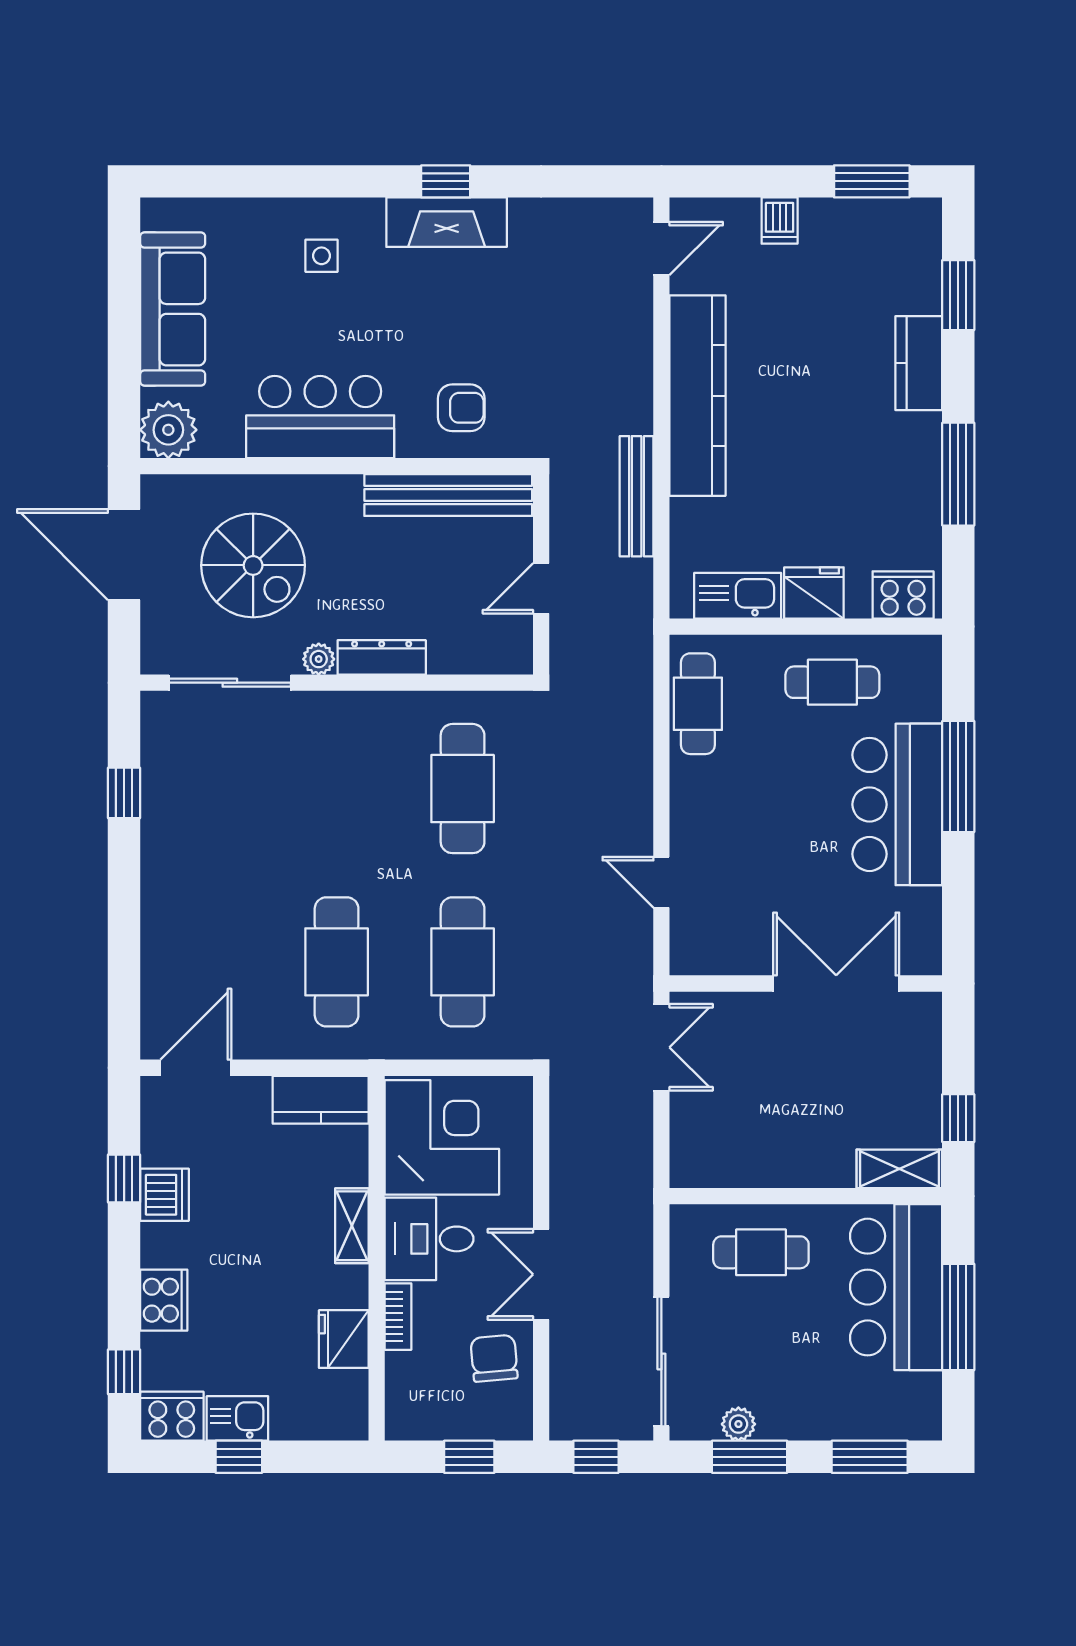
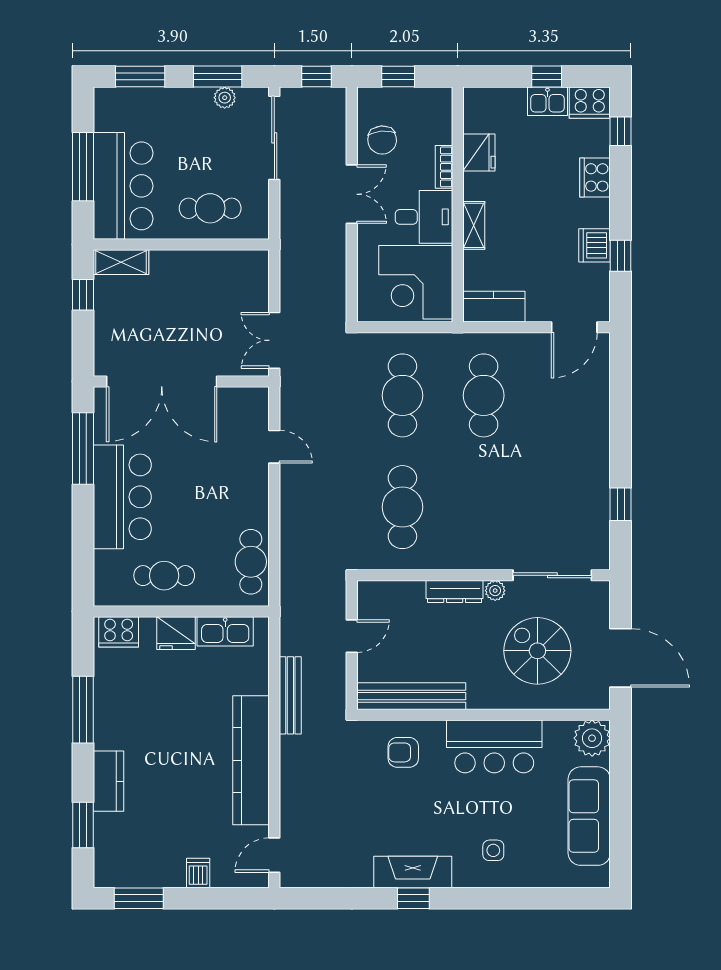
window: (958, 776) -> (83, 449), moved
double door: (836, 984) -> (162, 381), width x1.36

